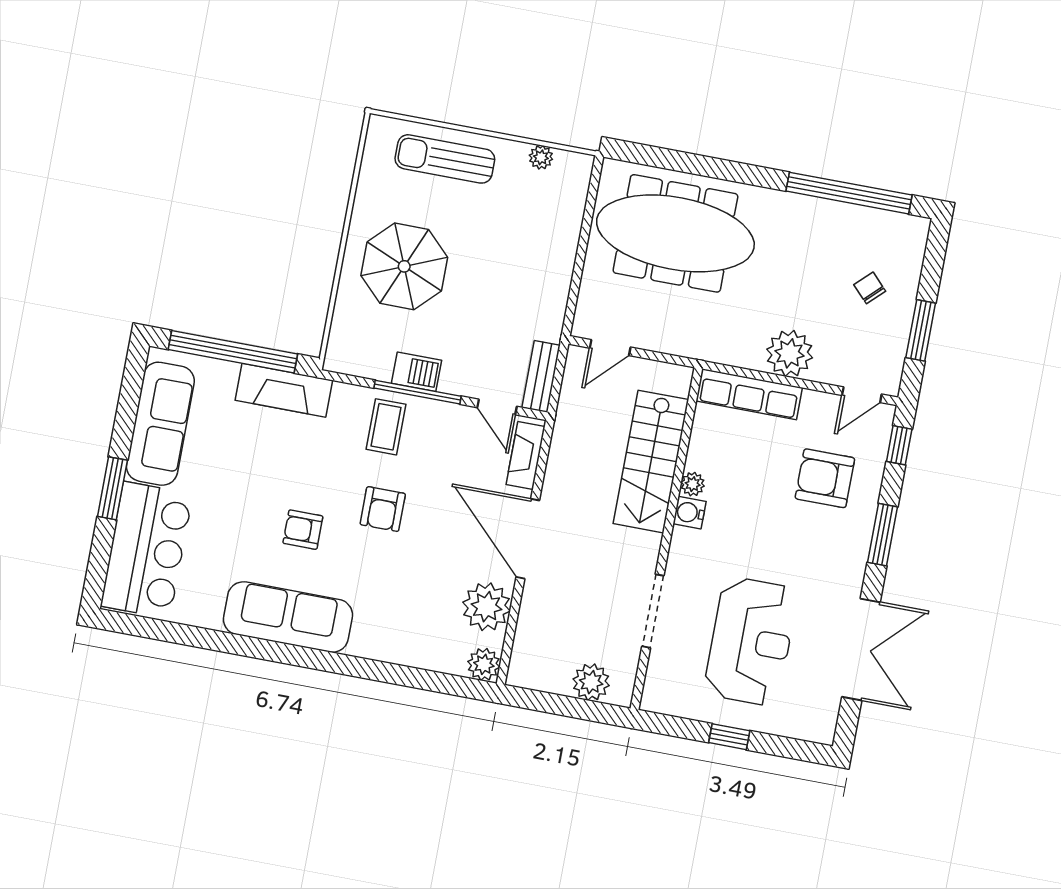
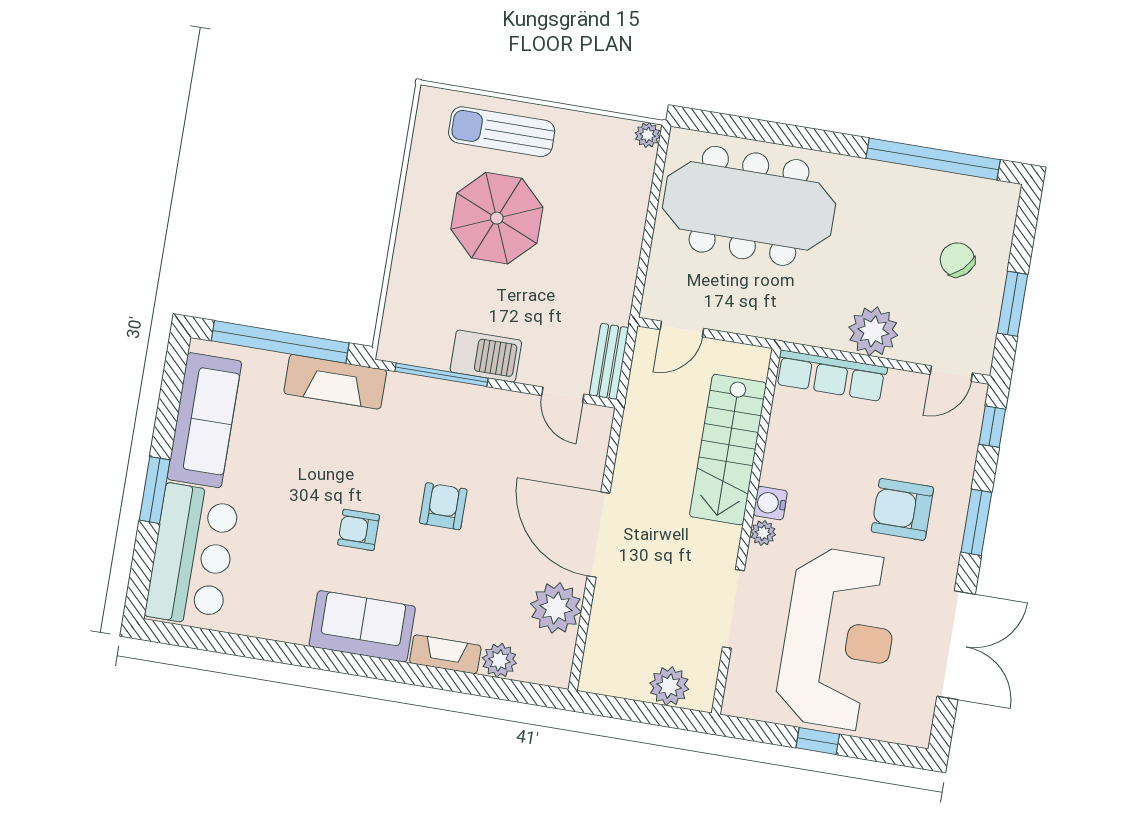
plant: (541, 157) -> (648, 135), moved
parasol: (404, 266) -> (497, 218), moved
chair: (870, 288) -> (957, 260), width x1.37, depth x1.37
barbecue: (416, 372) -> (486, 356), width x1.38, depth x1.27
window: (417, 392) -> (442, 375), moved
coffee table: (386, 427) -> (445, 418), removed
fireplace: (526, 456) -> (445, 654), moved, turned 90
armchair: (825, 478) -> (902, 509), moved
plant: (693, 484) -> (763, 533), moved
armchair: (383, 509) -> (443, 506), turned 180
sofa: (288, 617) -> (362, 626), width x0.73
reception desk: (751, 641) -> (838, 639), width x1.36, depth x1.30
plant: (484, 664) -> (499, 660), moved

